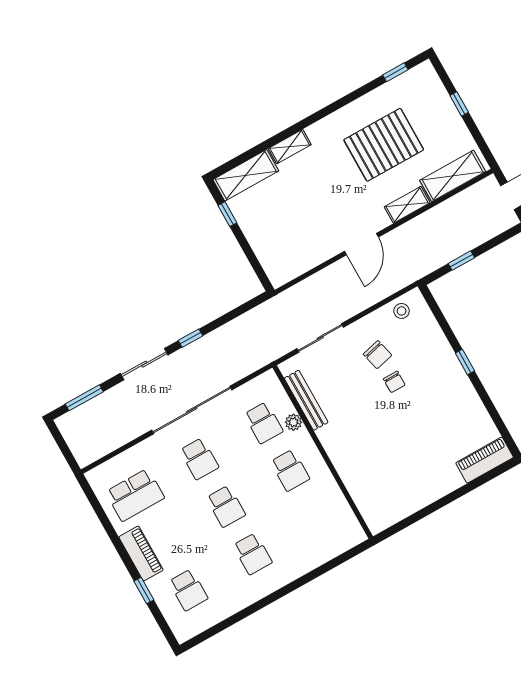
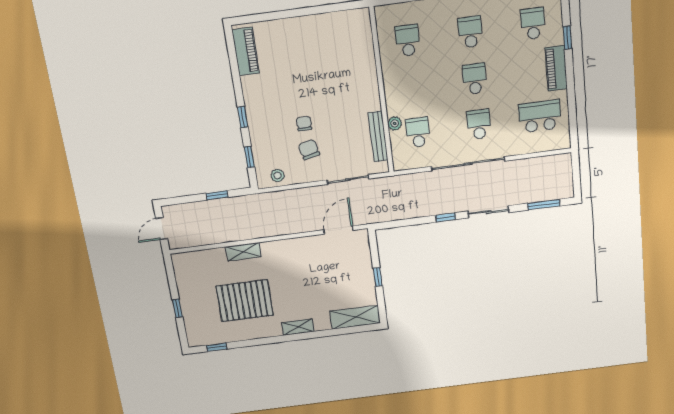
shelving: (290, 147) -> (298, 327), moved
shelving: (453, 176) -> (201, 260), removed
window: (227, 214) -> (378, 277), moved
door: (361, 244) -> (338, 230), moved
window: (441, 320) -> (249, 157), added
piano: (485, 460) -> (246, 51), moved, turned -90
school desk: (290, 470) -> (408, 40), moved

